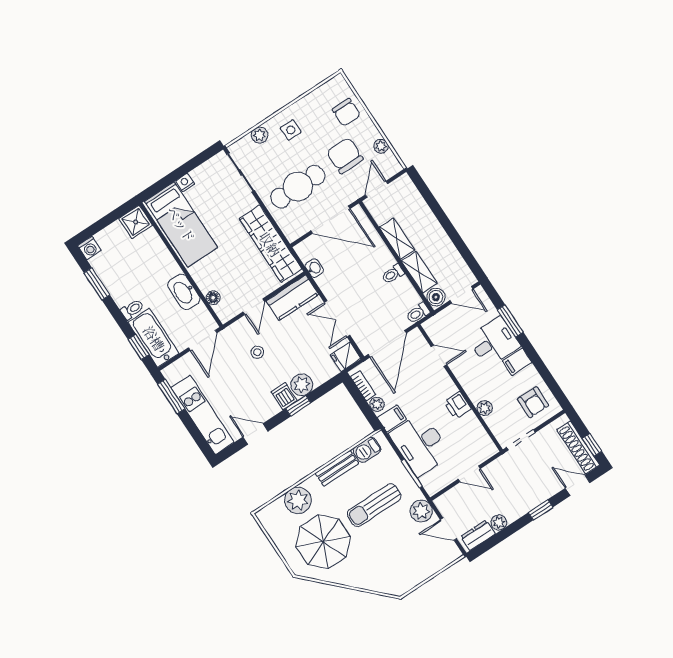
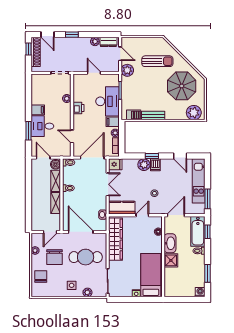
shower: (136, 222) -> (171, 260), moved
armchair: (533, 402) -> (43, 86), removed
plant: (298, 500) -> (194, 113), moved
sun lounger: (374, 505) -> (157, 61), moved

